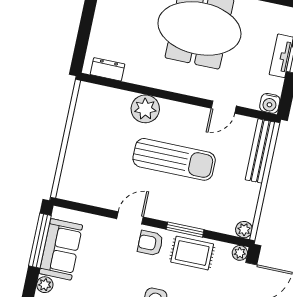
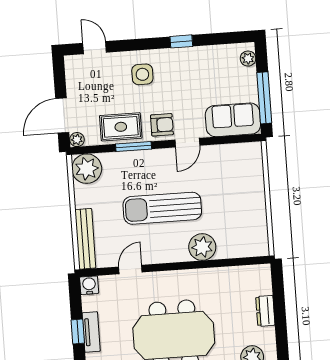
dresser: (108, 69) -> (265, 311), moved, turned 90
plant: (244, 230) -> (87, 169), width x1.87, depth x1.87
sofa: (61, 249) -> (233, 120), moved, turned 90

